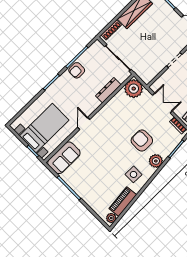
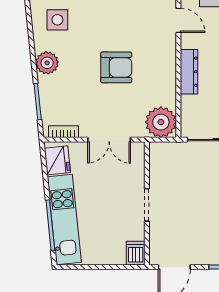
dresser: (108, 90) -> (189, 72), moved
armchair: (142, 141) -> (116, 67), moved

